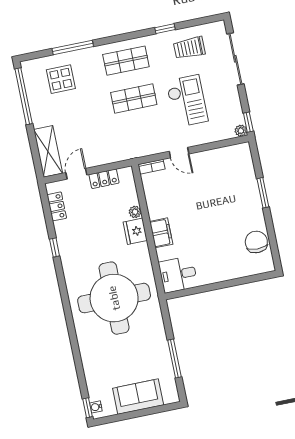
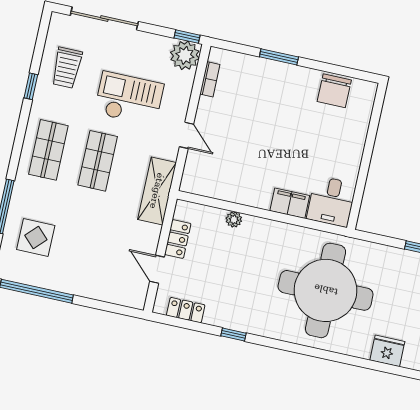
plant: (241, 131) -> (185, 55), width x1.87, depth x1.87
shelving: (48, 151) -> (157, 191), moved, turned 90
door: (179, 153) -> (187, 135), hinge flipped
bookcase: (151, 167) -> (210, 79), moved
fridge: (135, 231) -> (387, 351), moved, turned 180
filing cabinet: (161, 233) -> (290, 203), moved
chair: (256, 242) -> (334, 91), turned -90

